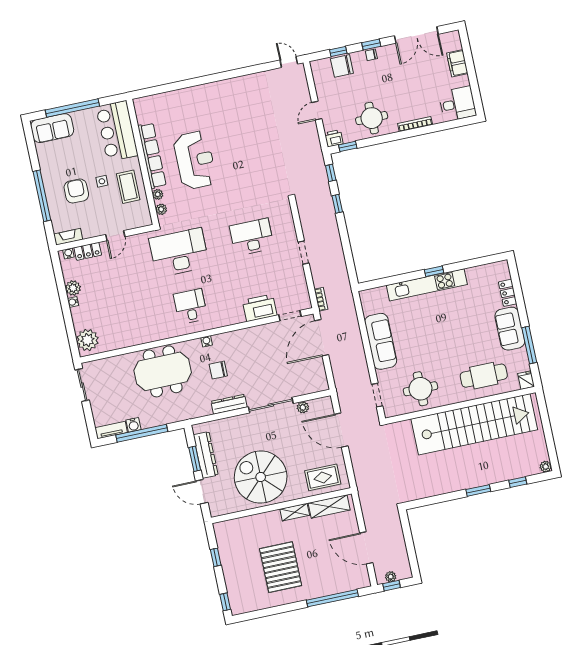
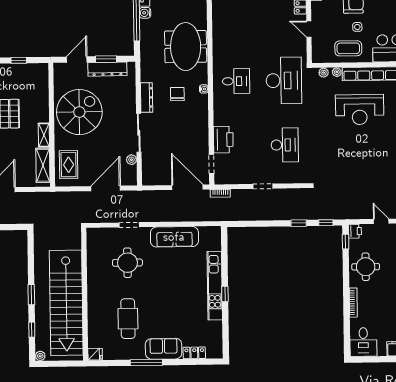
fridge: (526, 380) -> (95, 354), moved
wall: (460, 405) -> (85, 294), moved
stairs: (474, 424) -> (66, 303), moved

